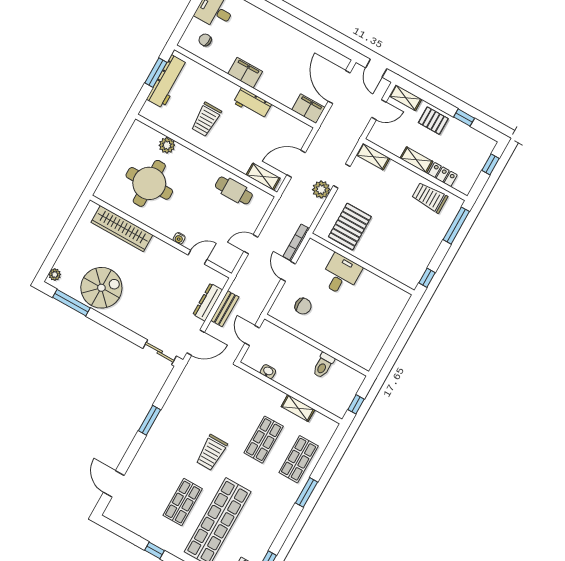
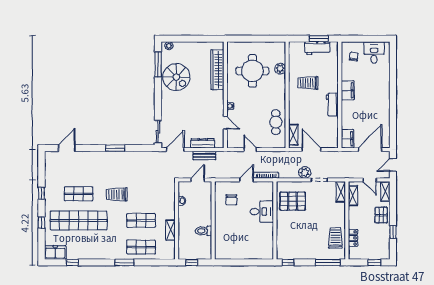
workbench: (167, 81) -> (317, 48), width x0.73
shelving: (416, 160) -> (353, 196), moved
door: (196, 343) -> (175, 150), swing flipped

